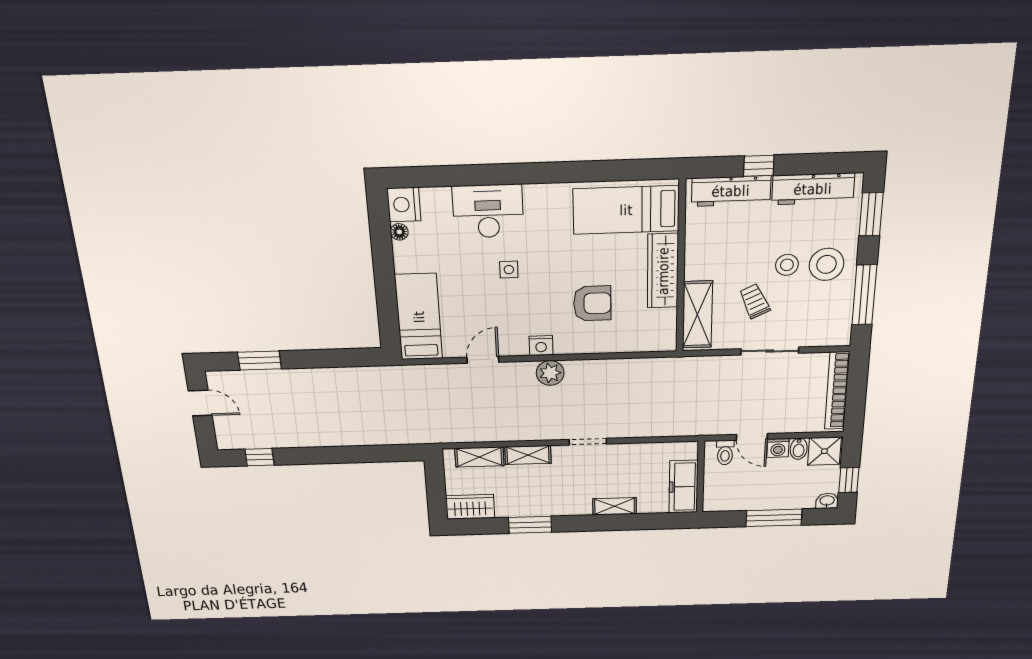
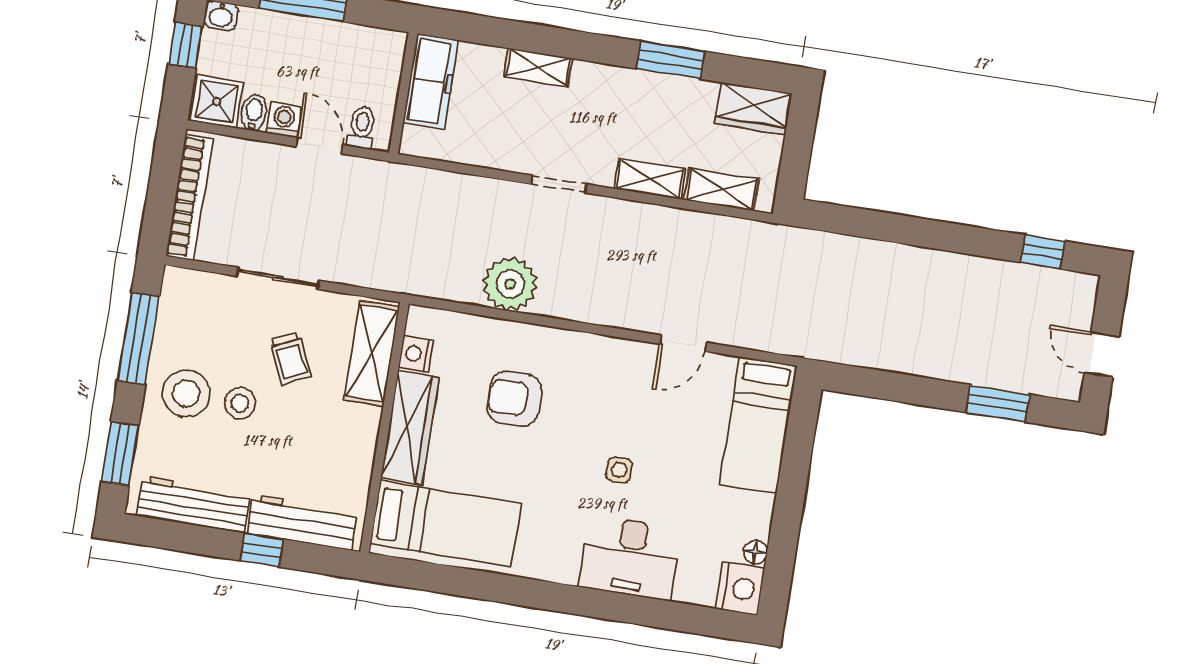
nightstand: (541, 346) -> (416, 354), moved, turned -90
plant: (550, 373) -> (510, 284), moved, width x1.36, depth x1.36

